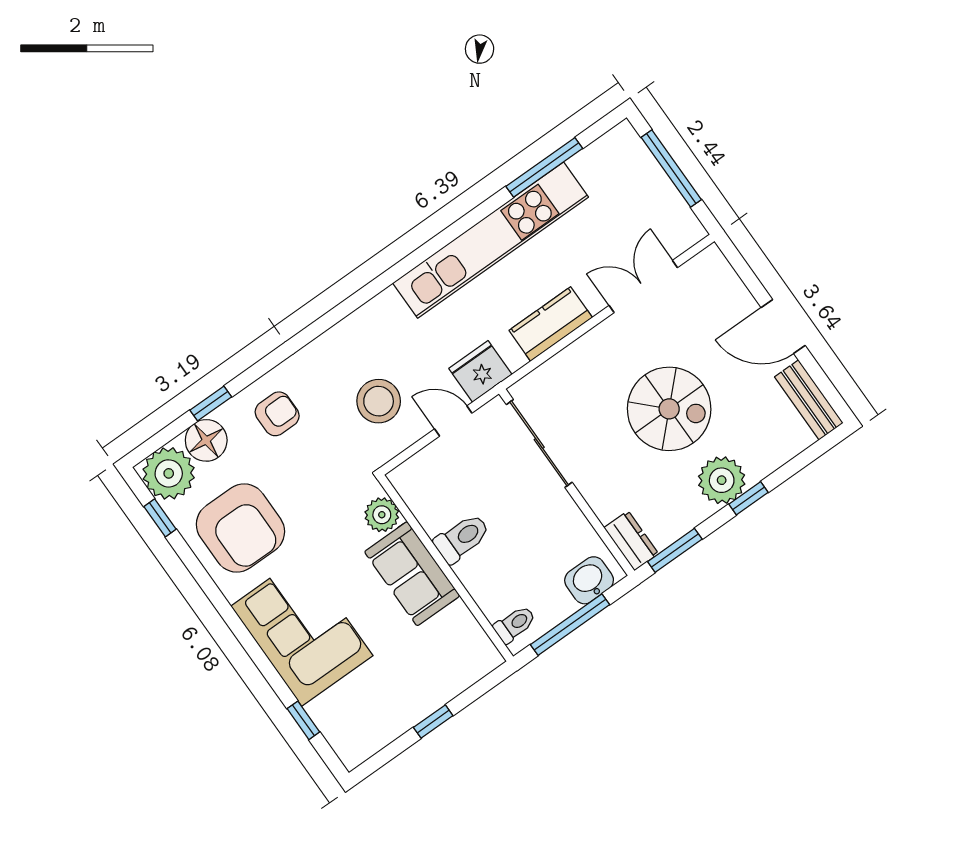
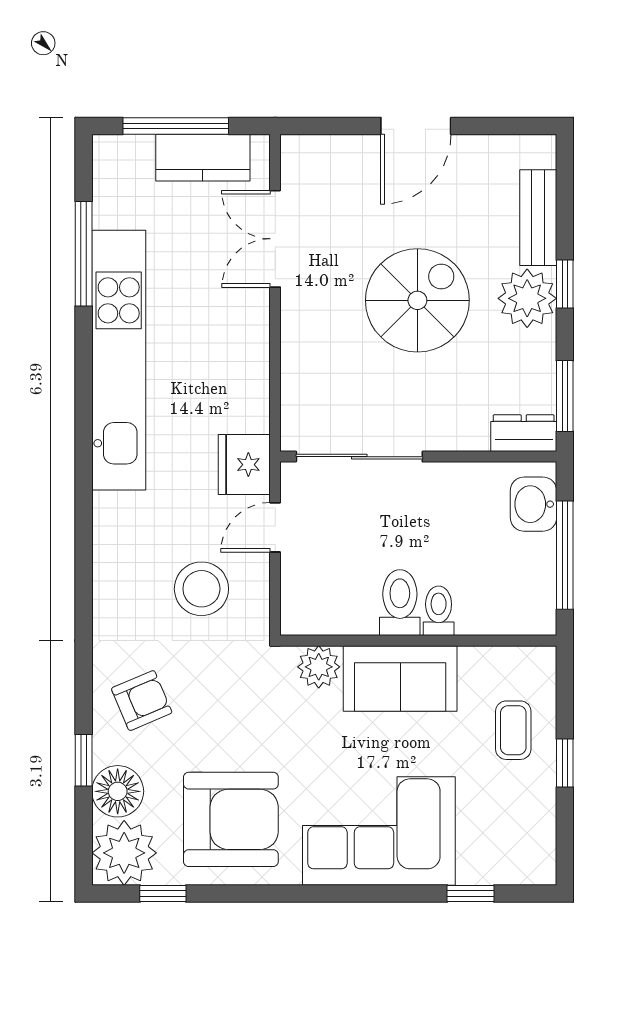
kitchen counter: (551, 324) -> (203, 158), moved, turned -90
bench: (809, 400) -> (538, 218), moved, turned 90
armchair: (277, 414) -> (142, 701), turned 67
toilet: (515, 624) -> (439, 611), moved
coffee table: (431, 672) -> (513, 730), added

